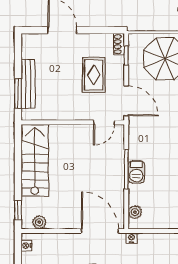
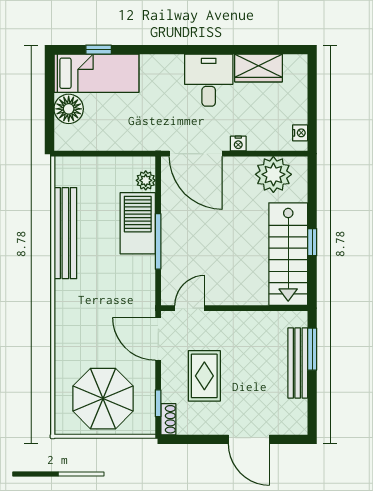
barbecue: (136, 172) -> (138, 223), width x1.88, depth x1.53
window: (18, 210) -> (312, 242), moved
plant: (39, 222) -> (273, 174), width x1.87, depth x1.87
nightstand: (132, 238) -> (238, 144), moved

